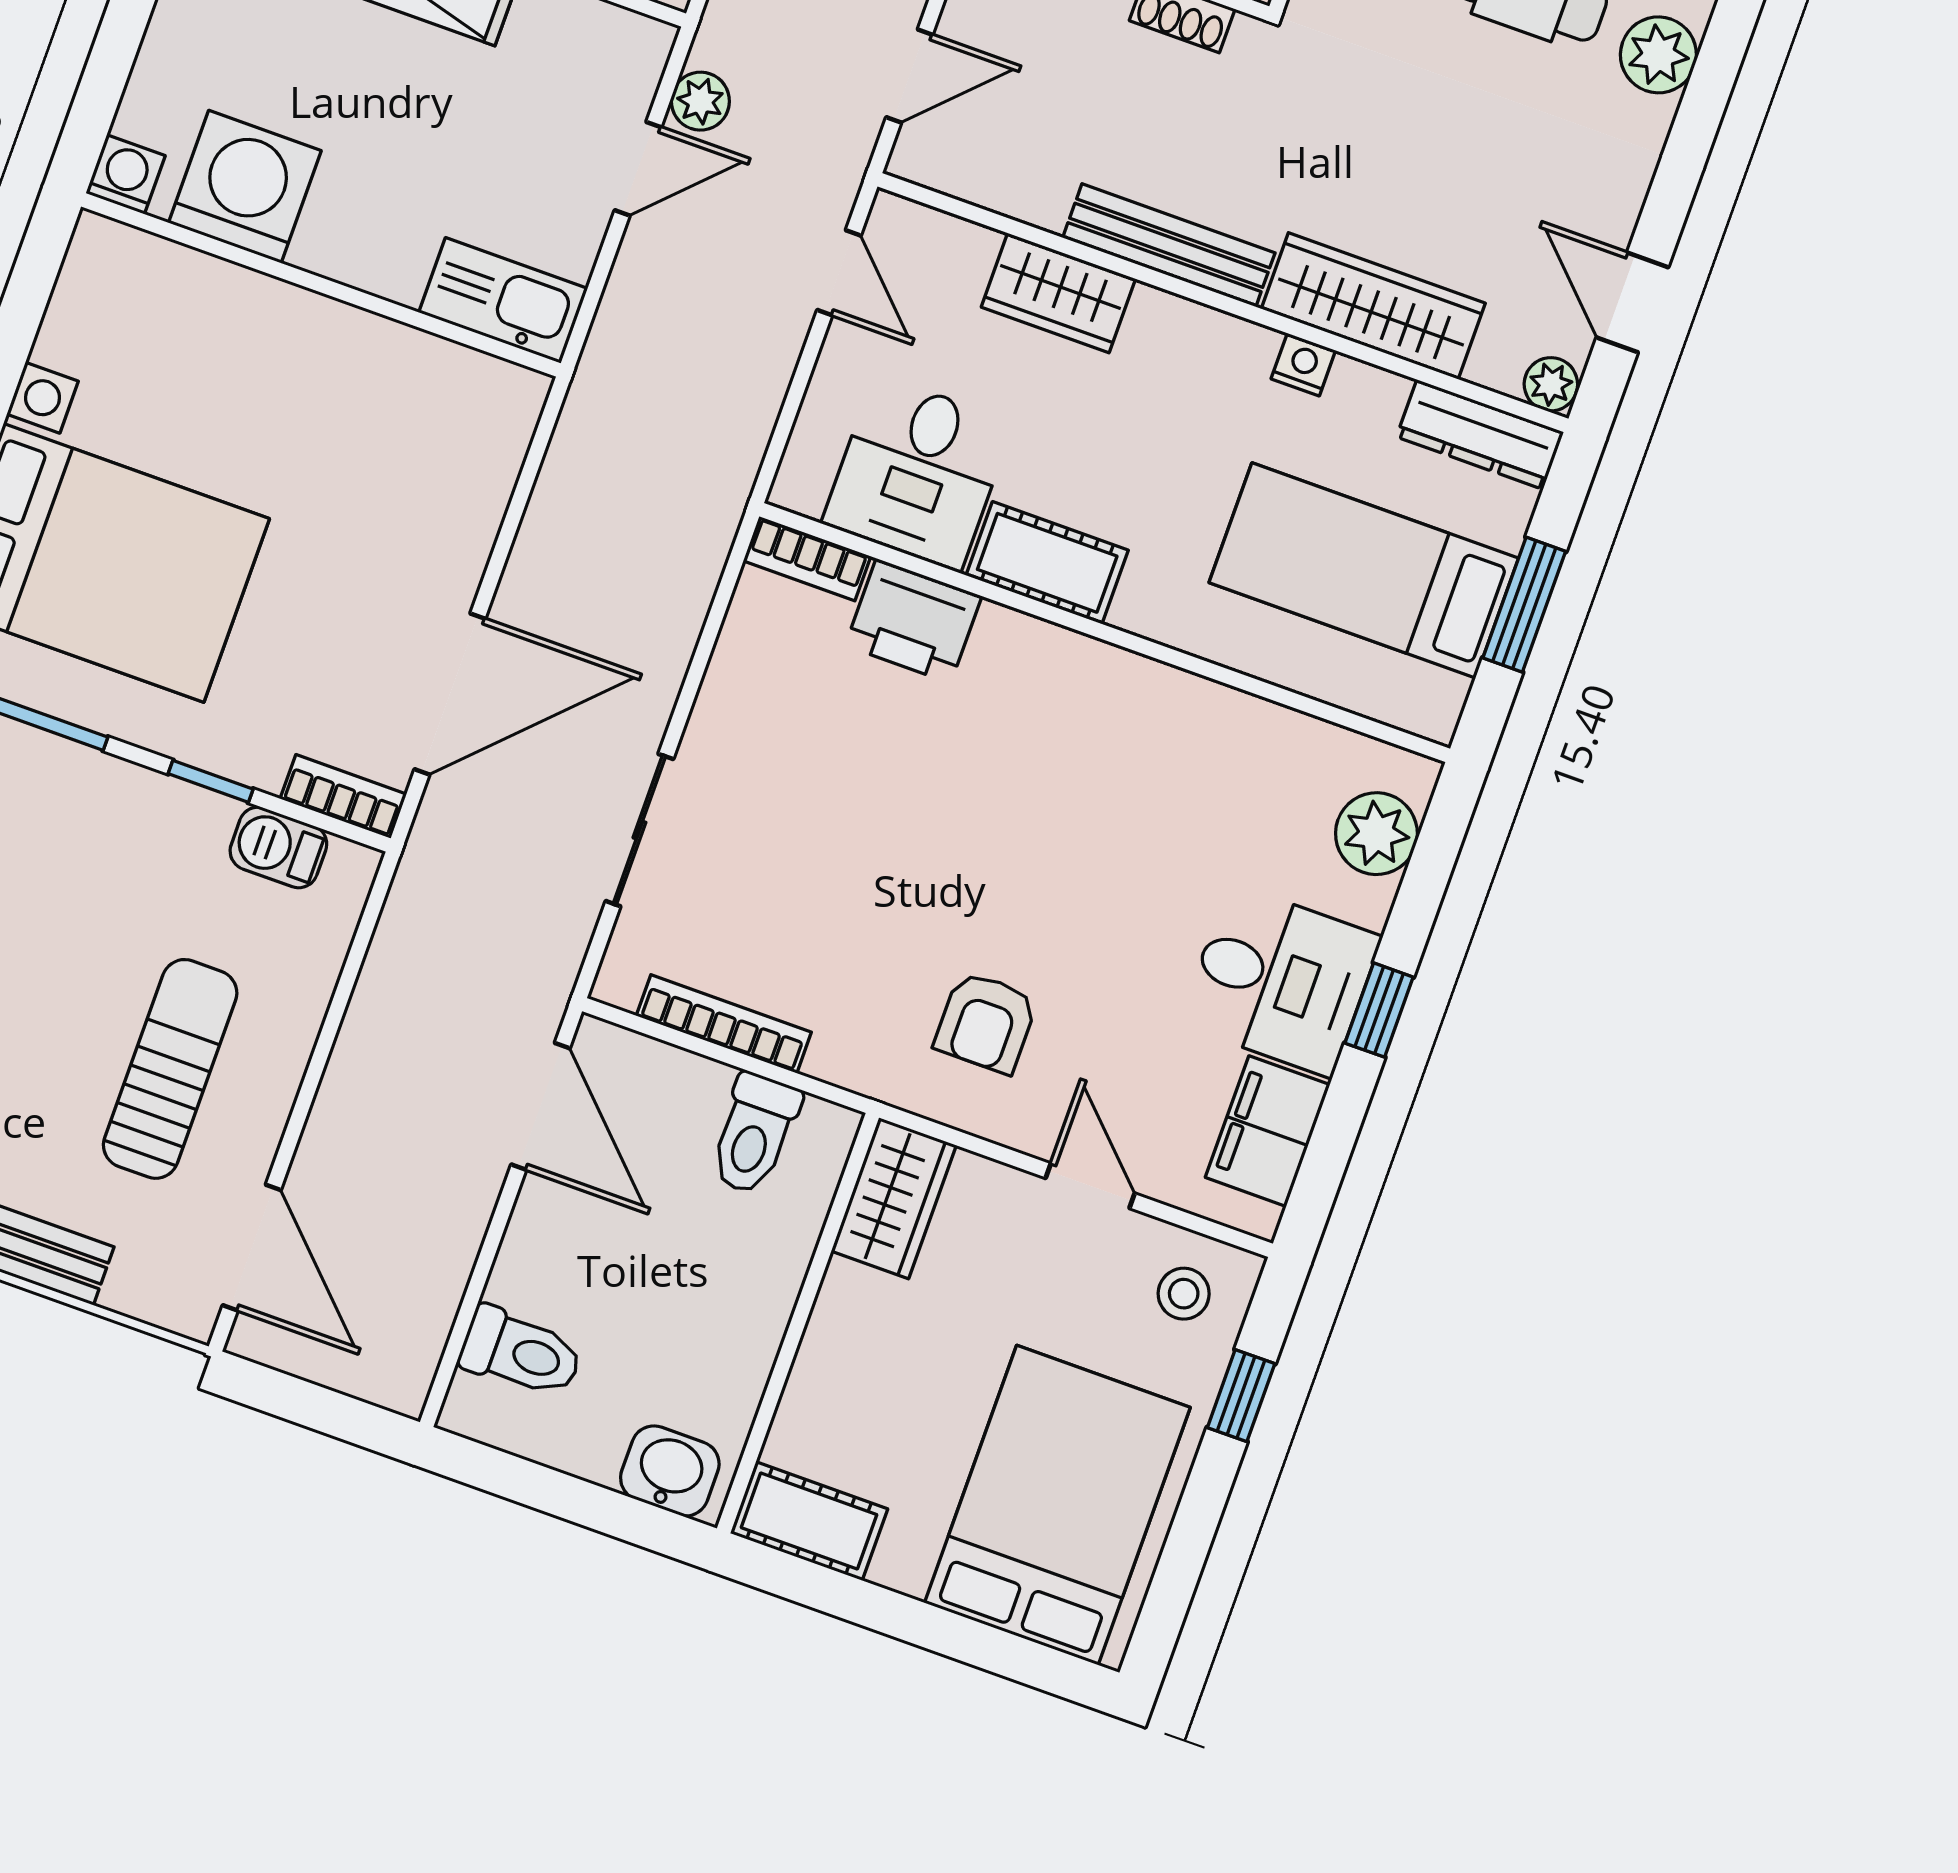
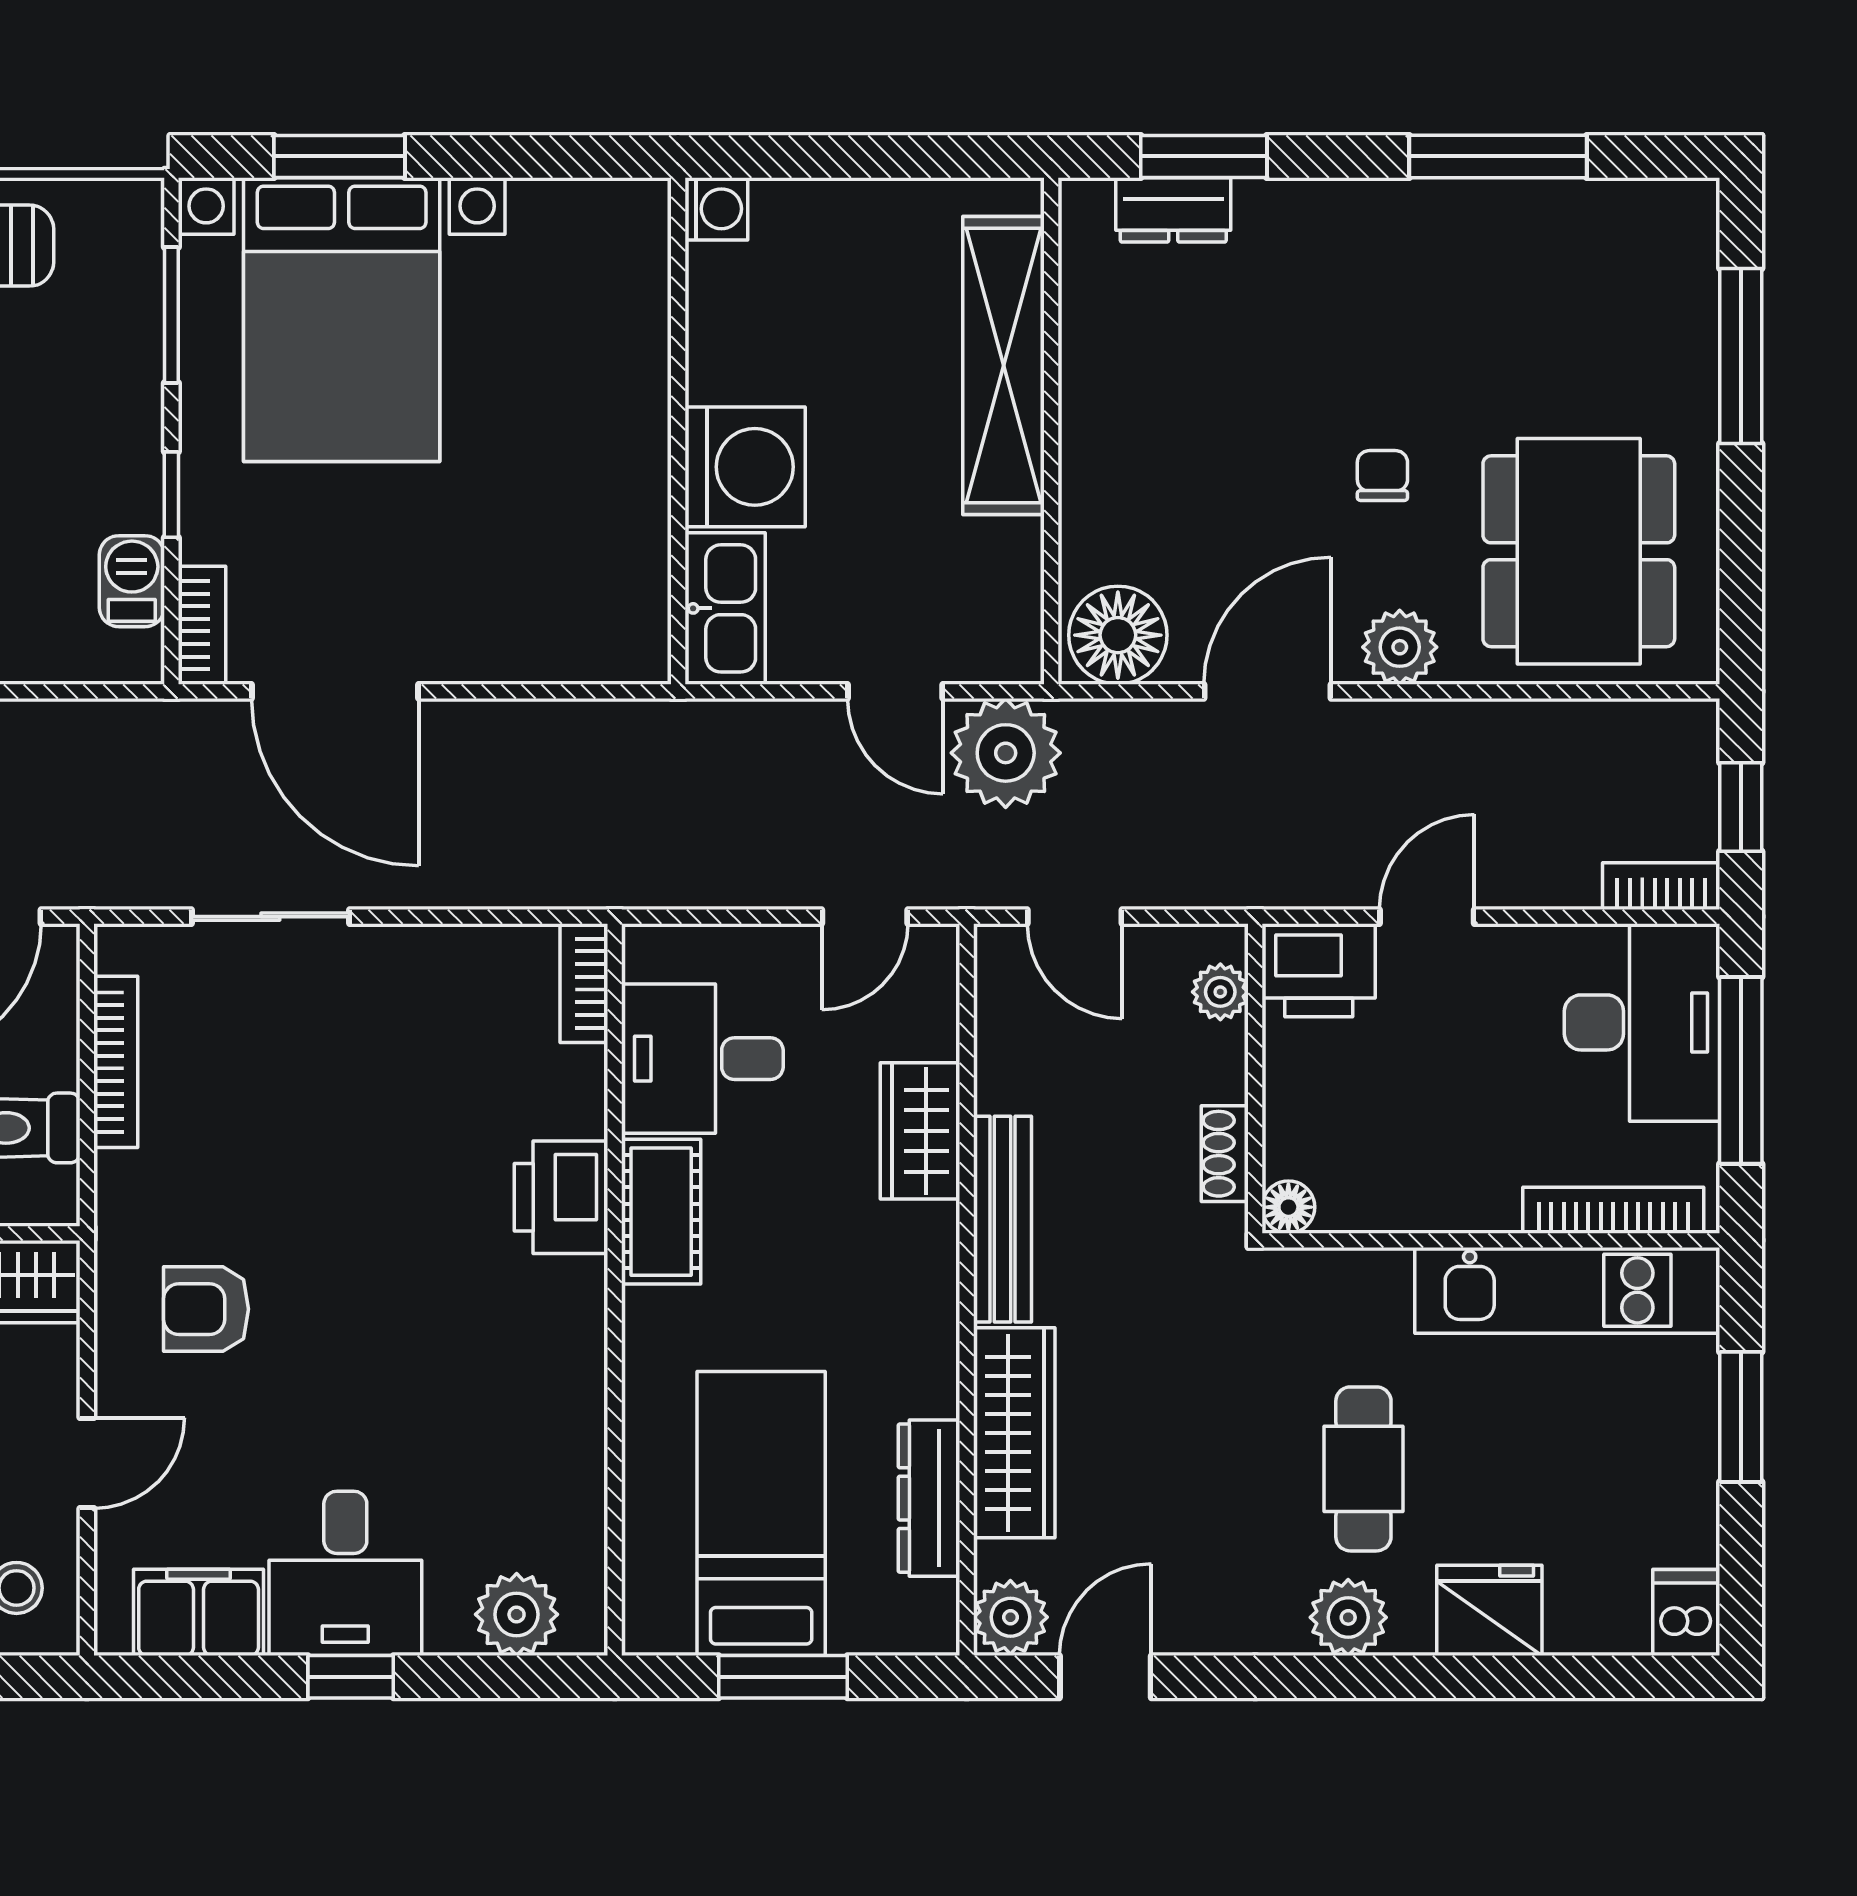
plant: (700, 101) -> (1006, 753), width x1.88, depth x1.88
washing machine: (245, 187) -> (745, 467), moved
nightstand: (1303, 365) -> (935, 1387), removed
plant: (1551, 384) -> (1010, 1617), width x1.38, depth x1.38
dresser: (1480, 434) -> (929, 1498), moved
printer: (913, 621) -> (561, 1197), moved

